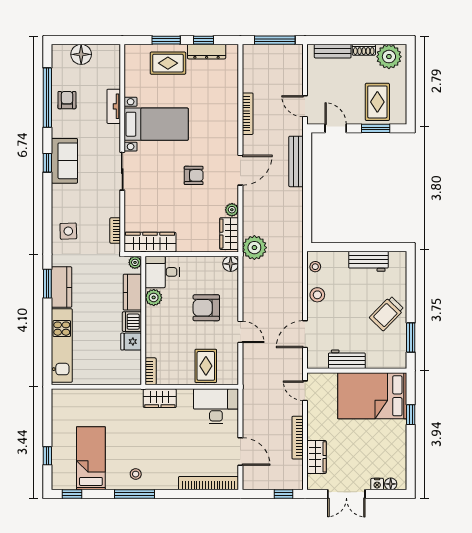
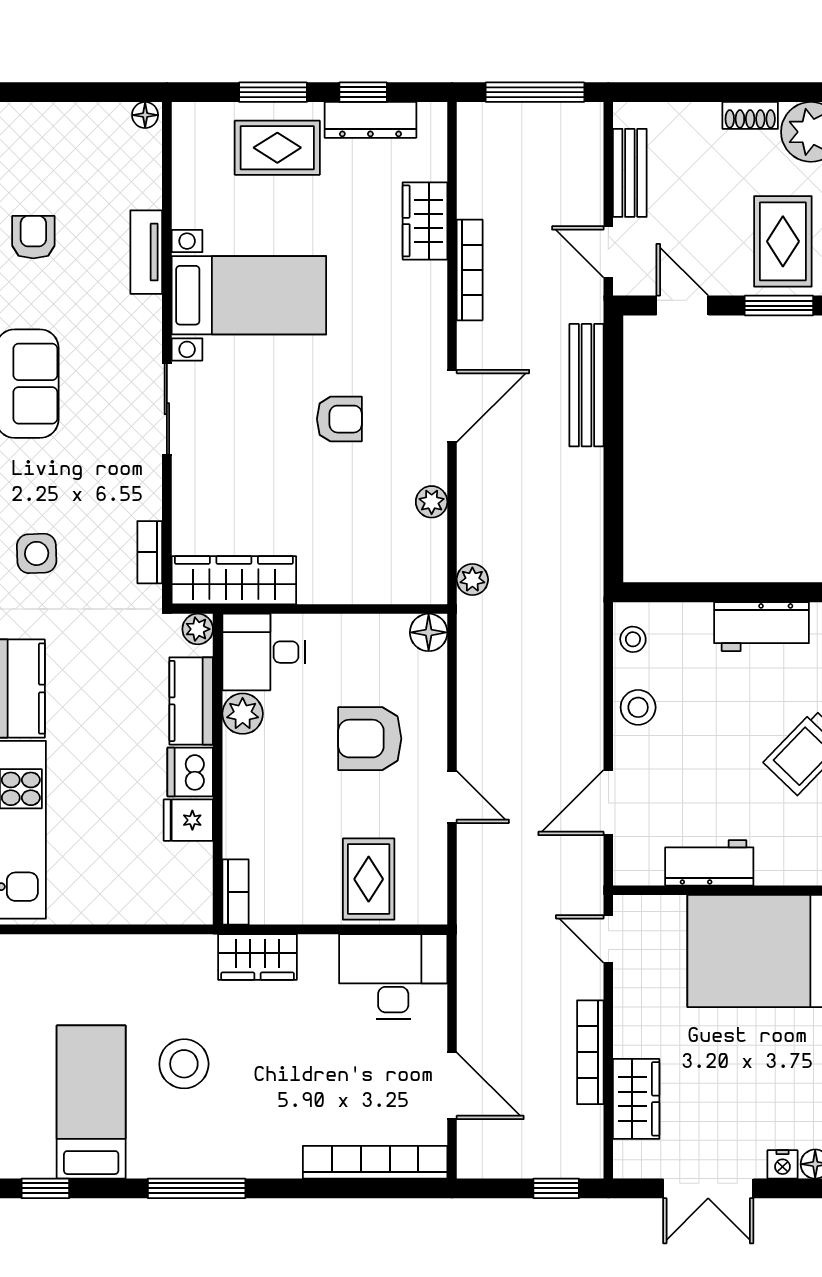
bench: (333, 51) -> (630, 173), moved, turned 90
floor lamp: (81, 54) -> (145, 115), moved, width x0.53, depth x0.53
wardrobe: (229, 234) -> (425, 221), moved
plant: (254, 248) -> (472, 580), width x0.53, depth x0.53
stool: (136, 474) -> (184, 1064), moved, width x1.89, depth x1.89

